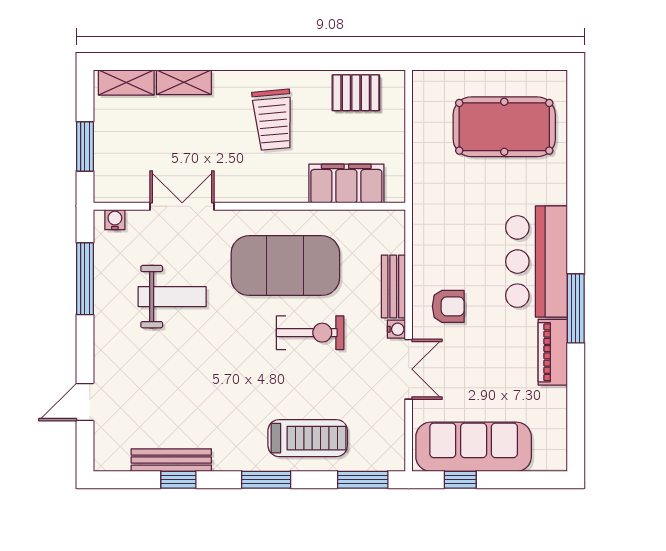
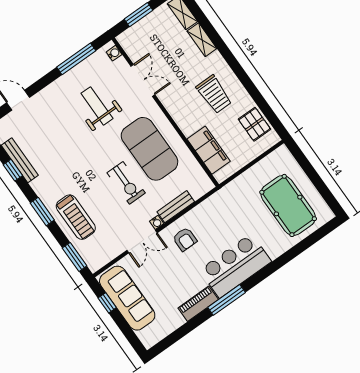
trolley: (273, 120) -> (214, 94), turned -85
weight bench: (172, 297) -> (97, 106), turned 180

